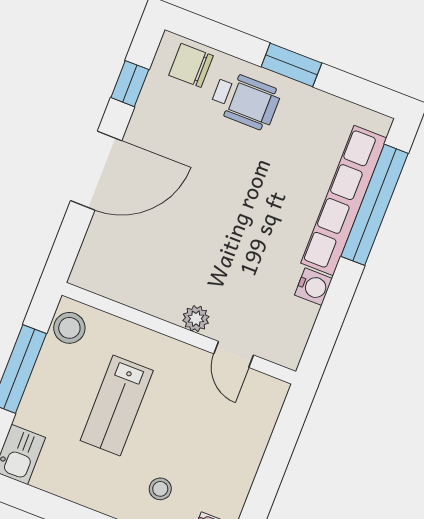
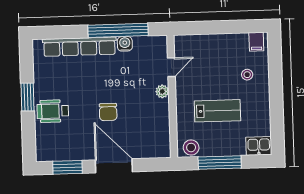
chair: (191, 65) -> (108, 112), moved
window: (130, 84) -> (67, 167), width x1.50
wheelchair: (245, 101) -> (53, 111), turned -90
window: (375, 205) -> (118, 30), moved

